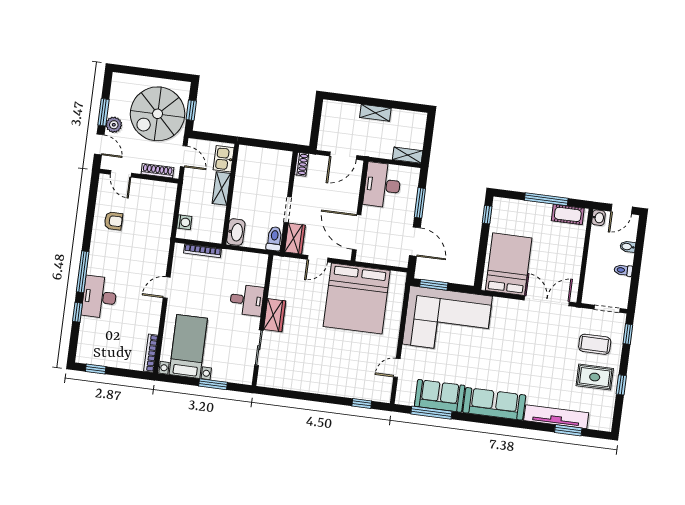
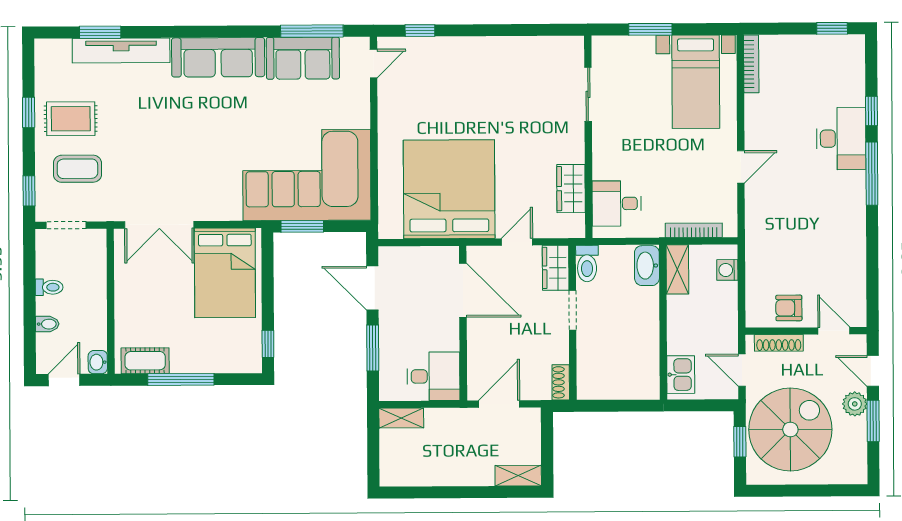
shelving: (375, 113) -> (518, 476), moved
desk: (382, 185) -> (433, 376), width x0.73
shelving: (221, 188) -> (677, 269), moved
armchair: (113, 221) -> (789, 308), moved
window: (434, 285) -> (302, 226), moved
desk: (247, 300) -> (617, 203), moved
wardrobe: (275, 315) -> (571, 189), moved
door: (397, 368) -> (374, 64), moved

